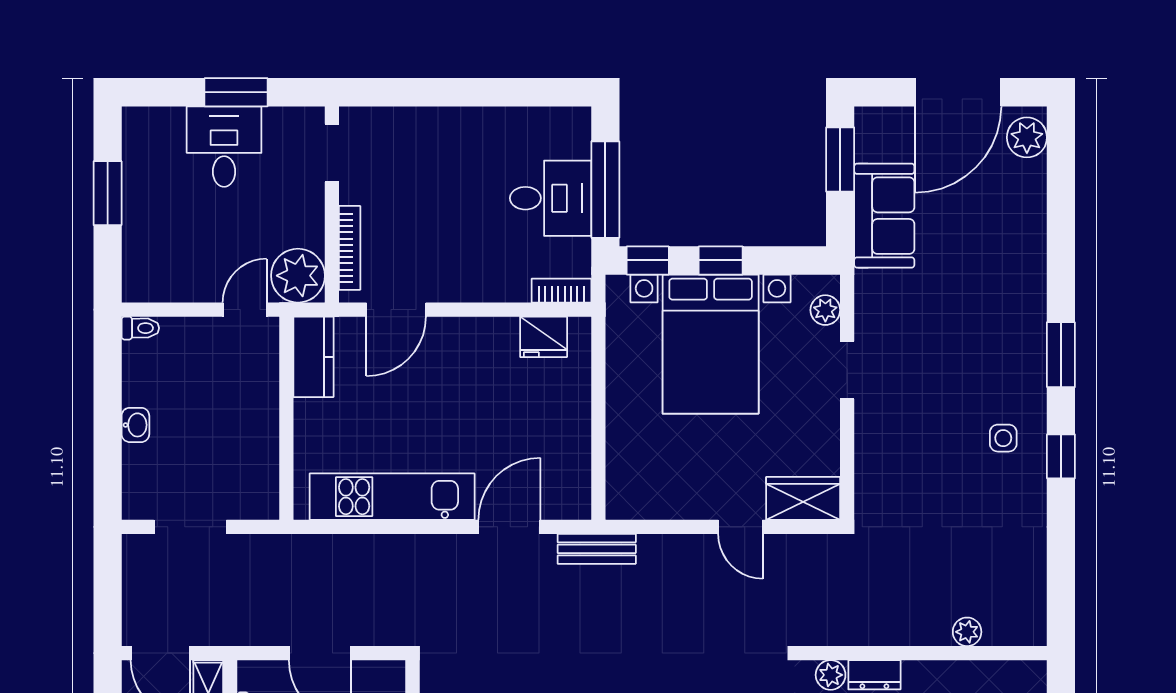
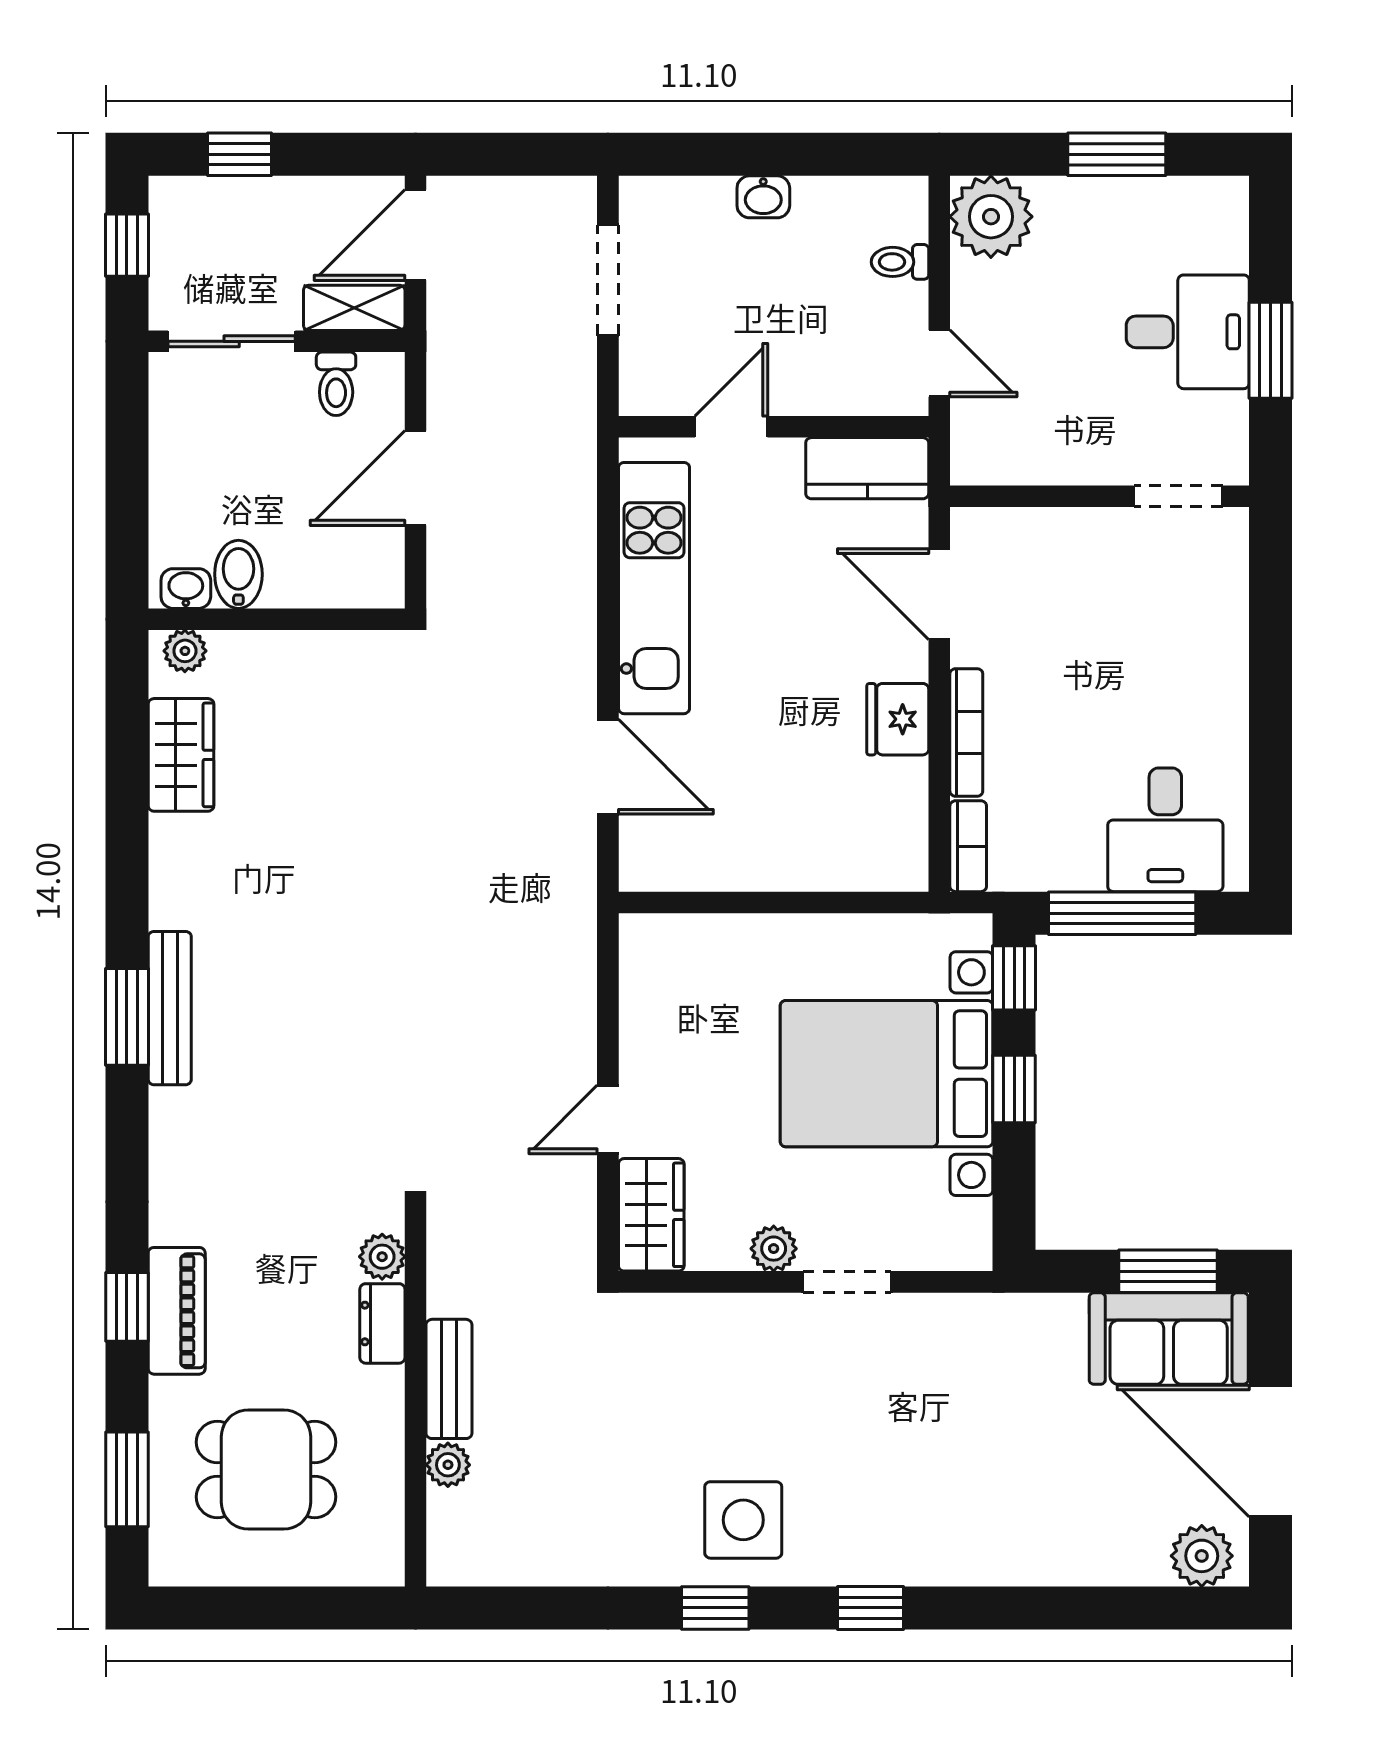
desk: (551, 198) -> (1165, 830), moved
sofa: (884, 216) -> (1169, 1339), moved
bookcase: (350, 248) -> (966, 732), moved, turned -90
plant: (298, 276) -> (991, 217), moved
plant: (825, 310) -> (774, 1249), moved
toilet: (140, 328) -> (900, 262), moved, turned 90
fridge: (544, 337) -> (898, 719), moved
window: (1061, 355) -> (870, 1608), width x0.67
side table: (1003, 438) -> (743, 1520), width x1.87, depth x1.87
door: (286, 446) -> (731, 427), added
bench: (597, 549) -> (449, 1379), moved

